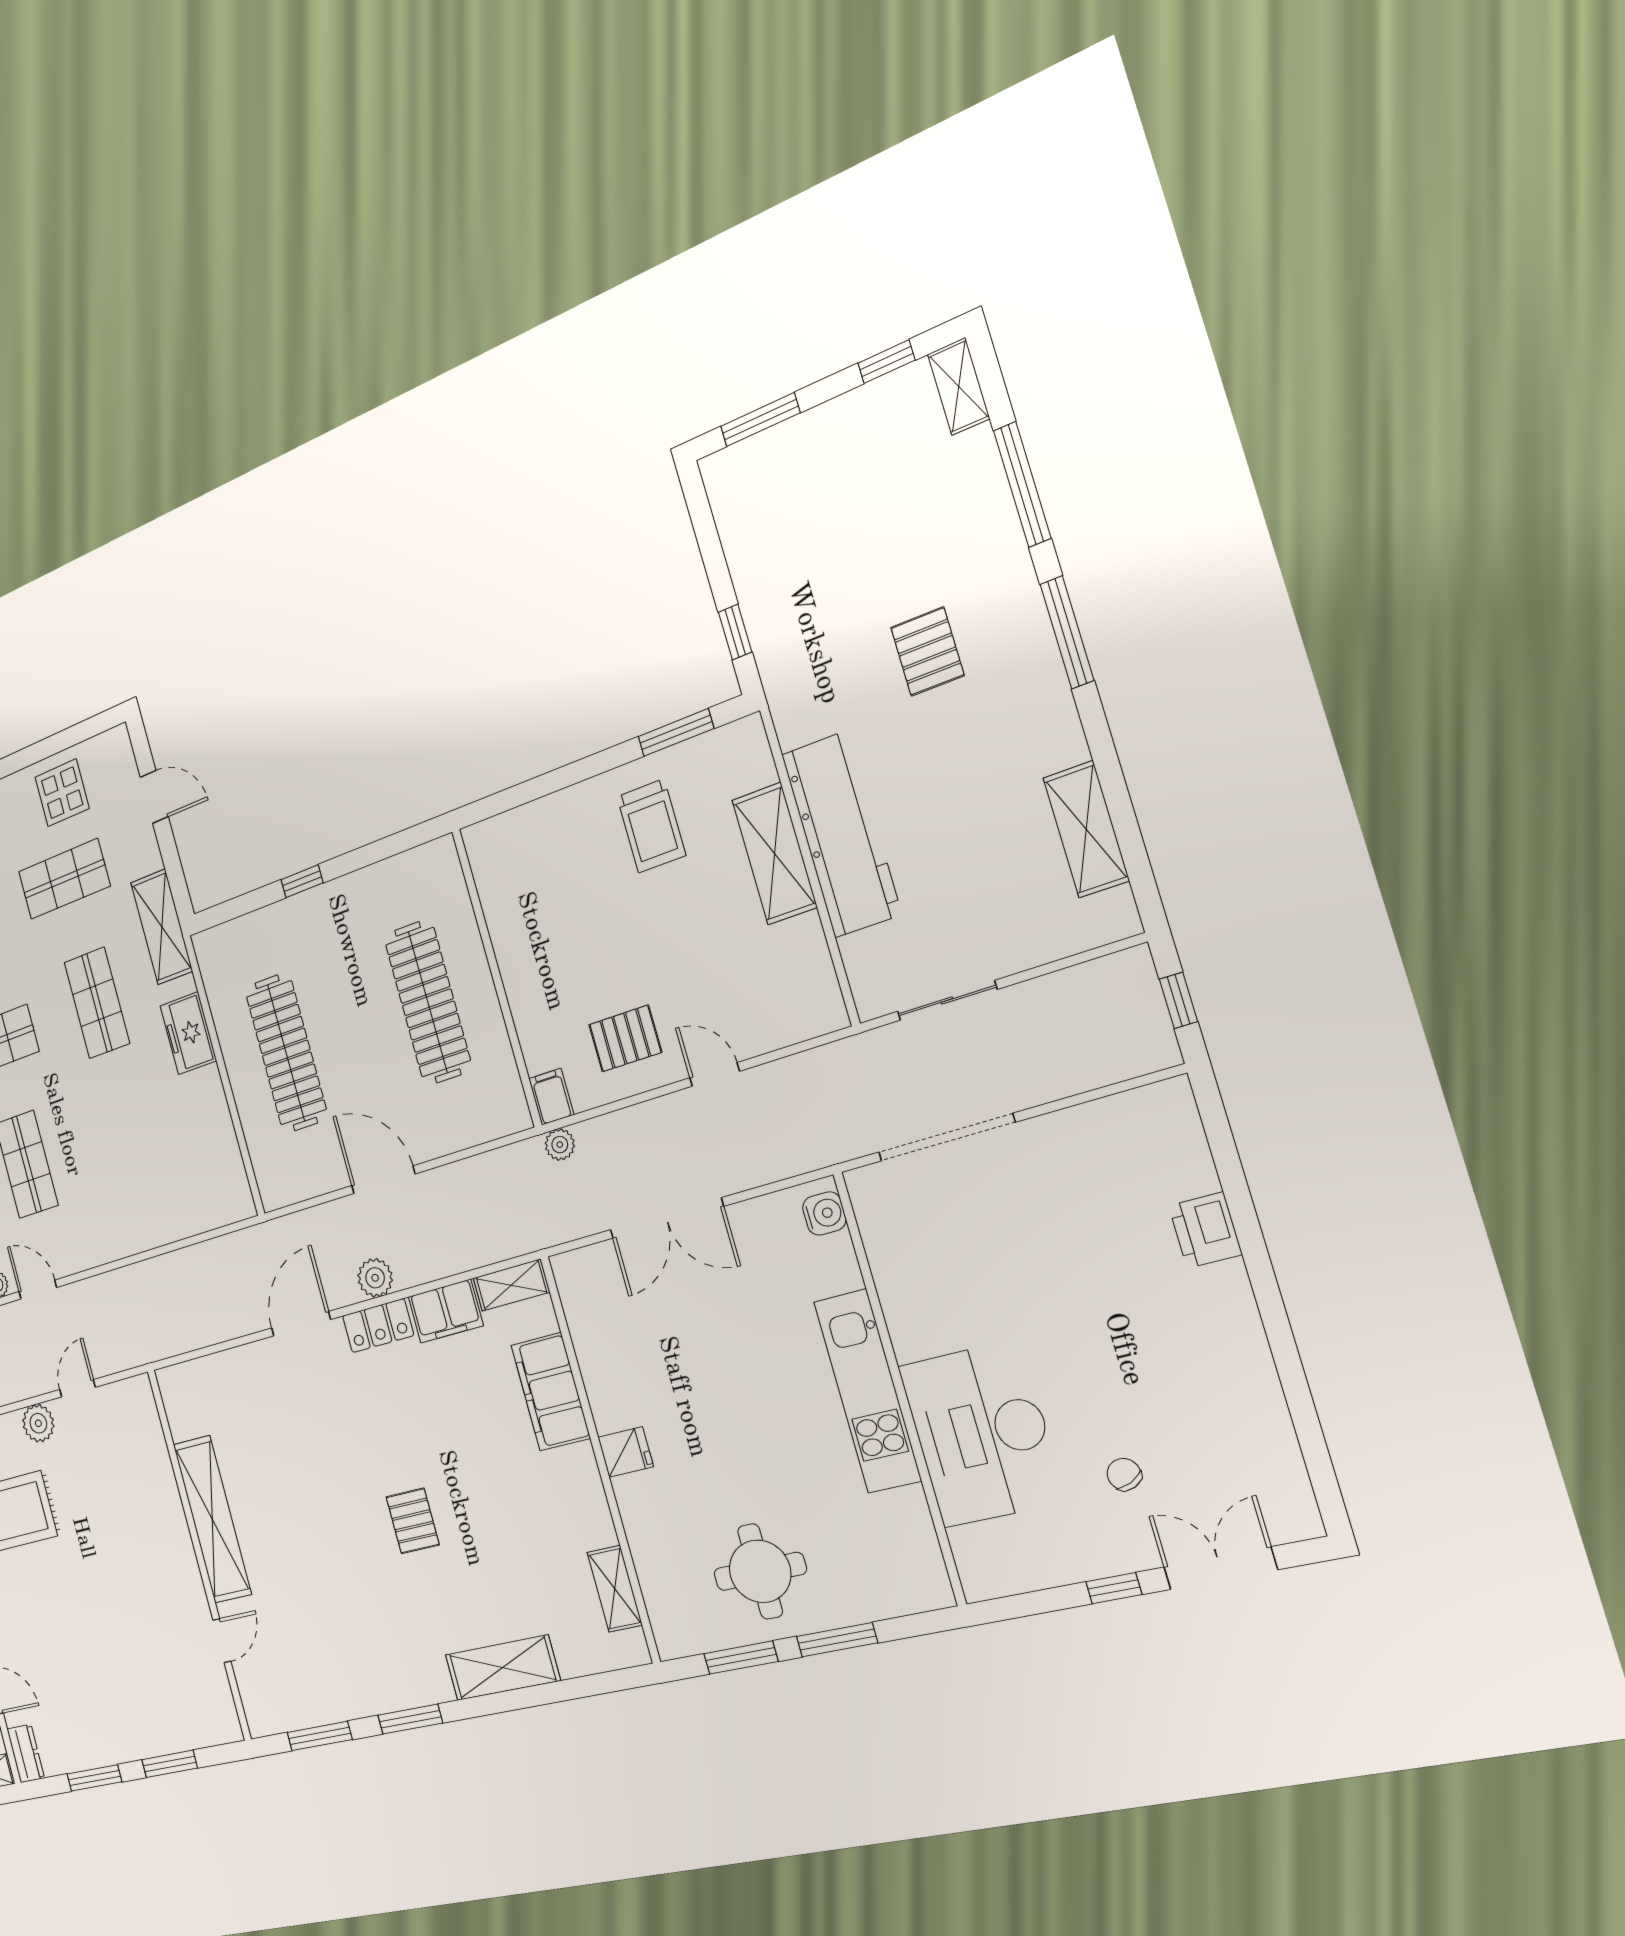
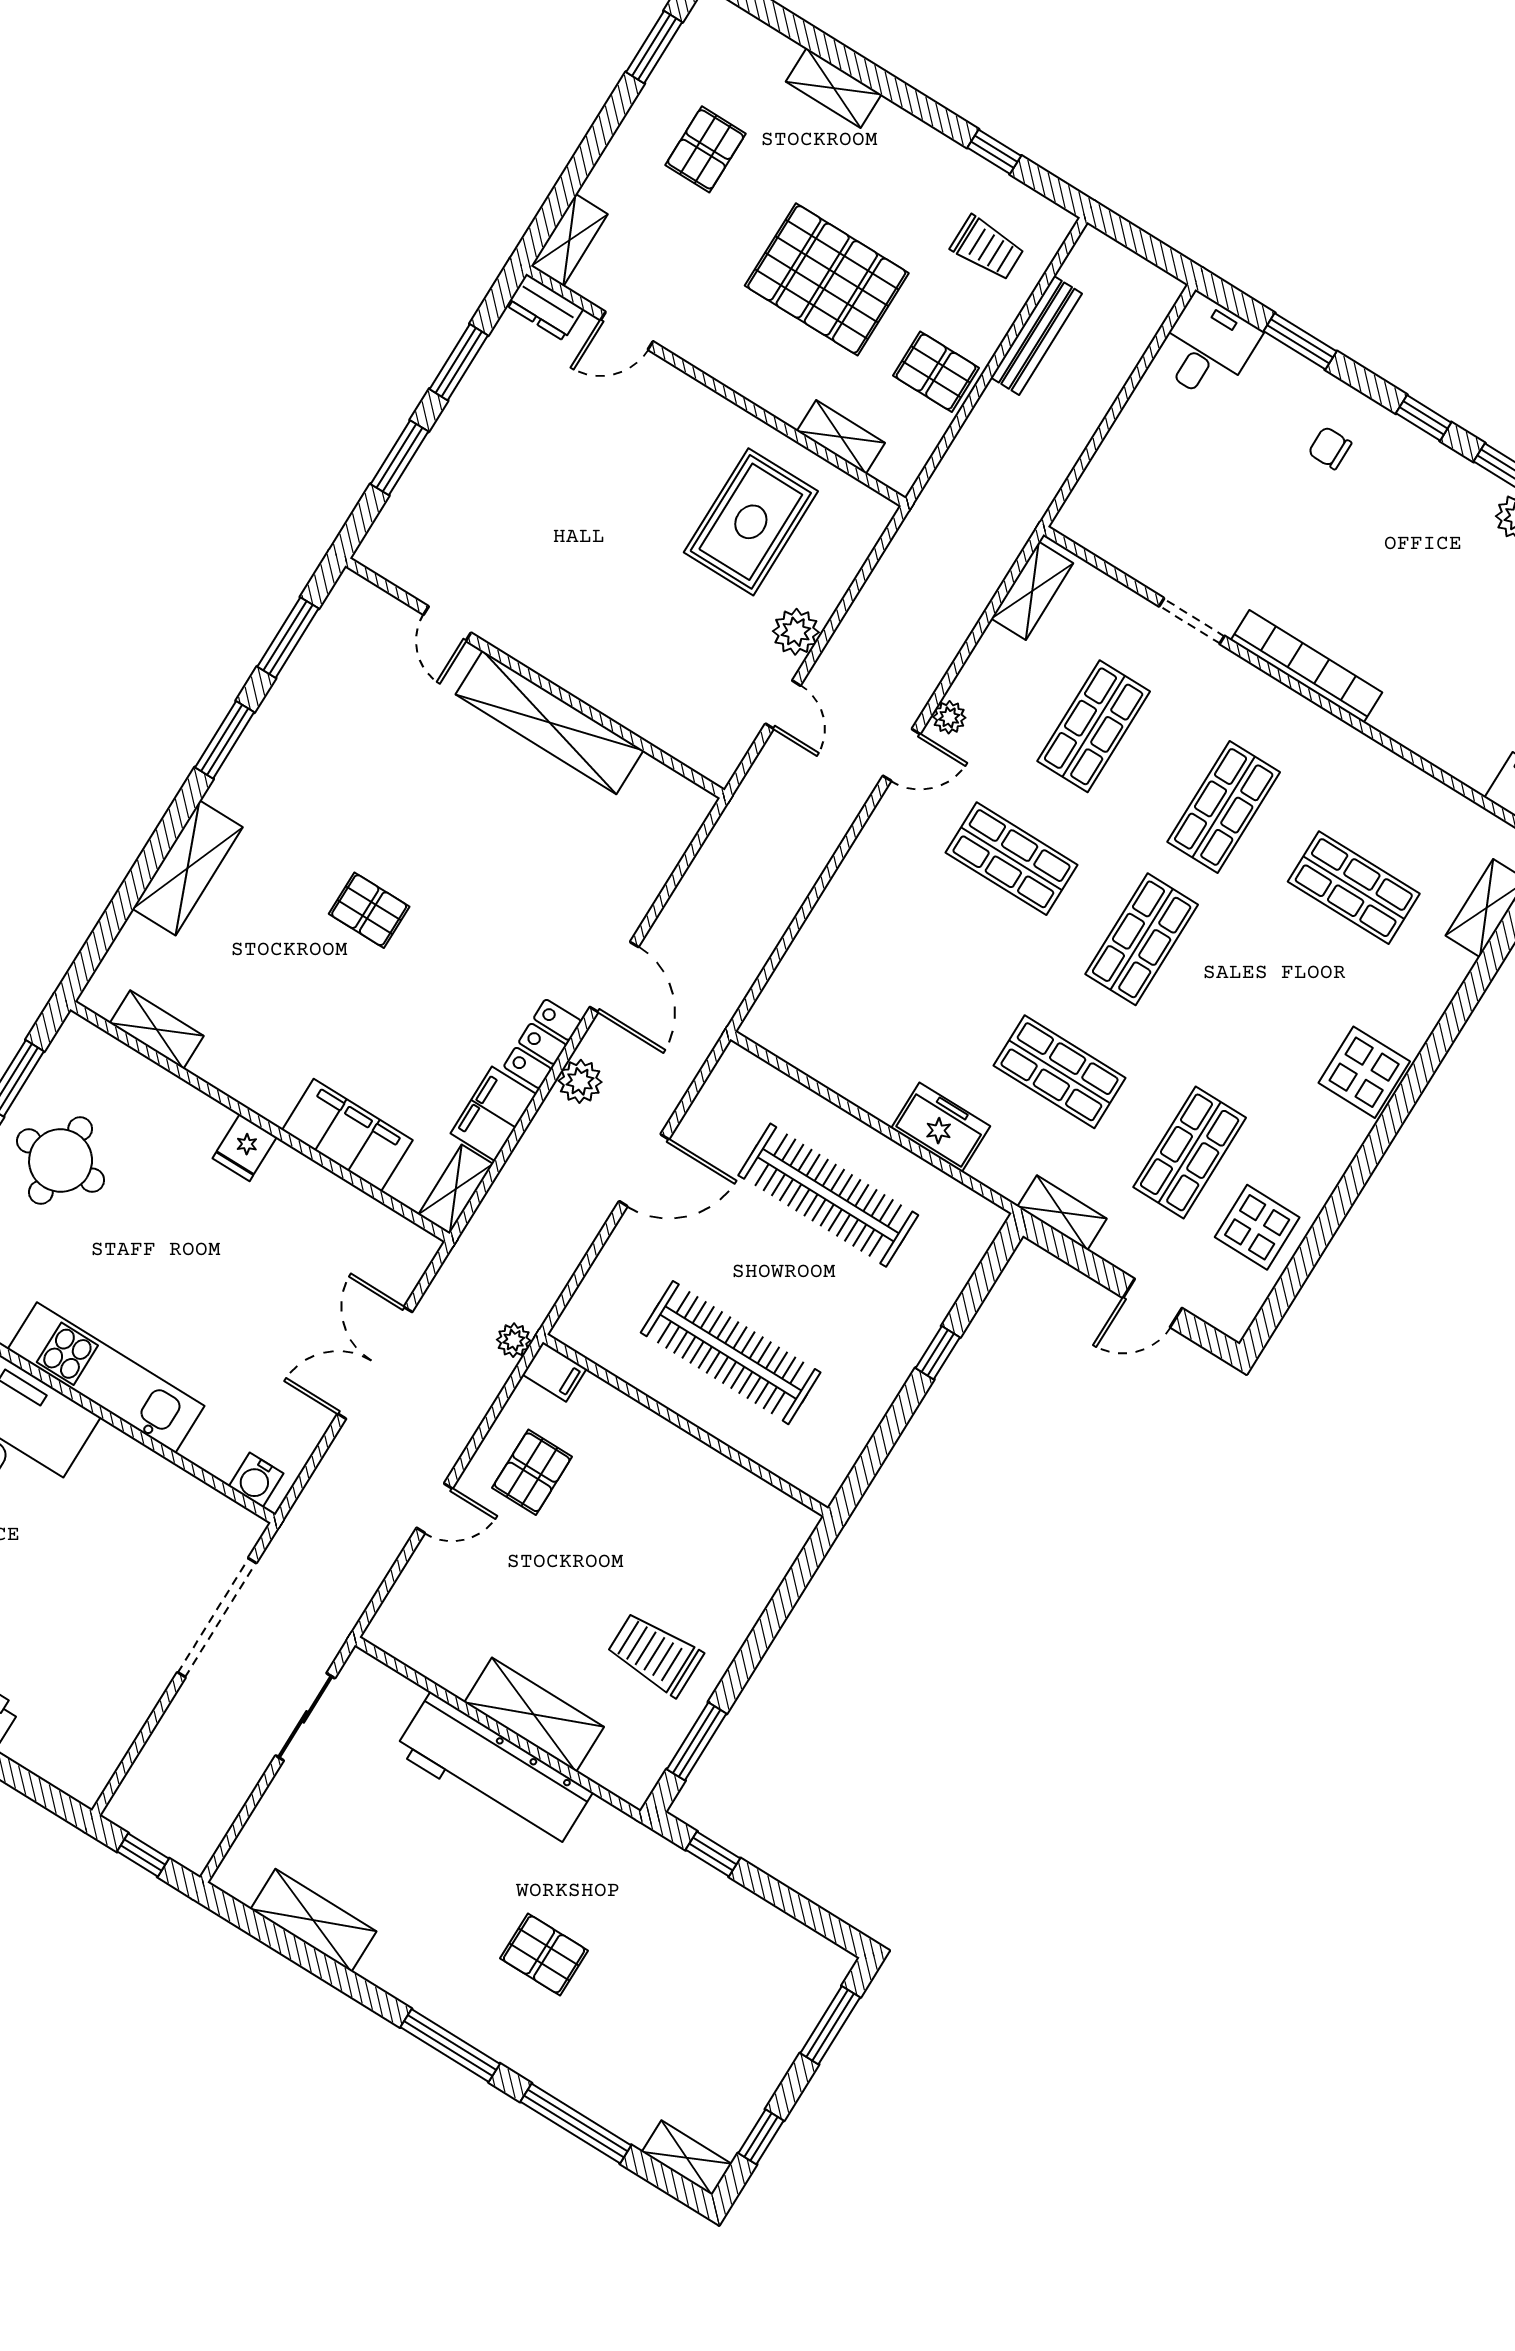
shelving: (162, 927) -> (1062, 1213), width x0.67, depth x0.75

